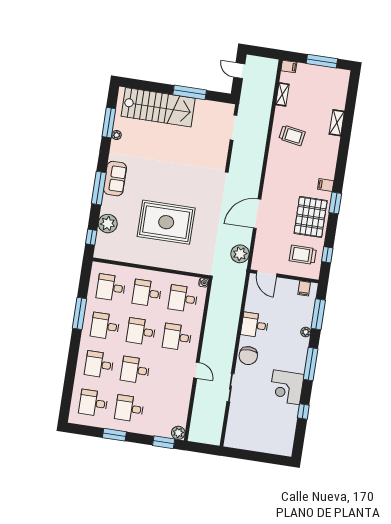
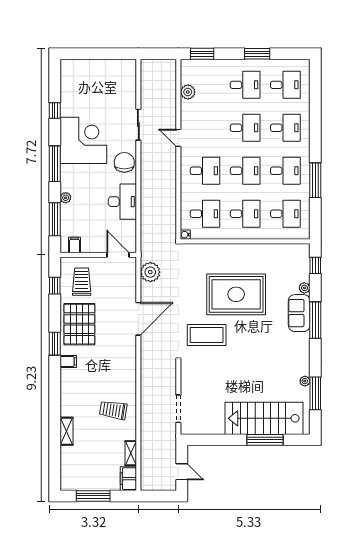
filing cabinet: (289, 66) -> (128, 479), width x2.00
window: (190, 92) -> (265, 440), moved
sofa: (115, 179) -> (299, 313), moved
coffee table: (198, 190) -> (207, 335), added
plant: (108, 224) -> (304, 288), width x0.53, depth x0.53
trolley: (303, 255) -> (82, 282), turned -90
desk: (255, 325) -> (122, 202), width x1.37
corner desk: (287, 387) -> (83, 140), width x1.36, depth x1.36
plant: (178, 433) -> (188, 92), moved

